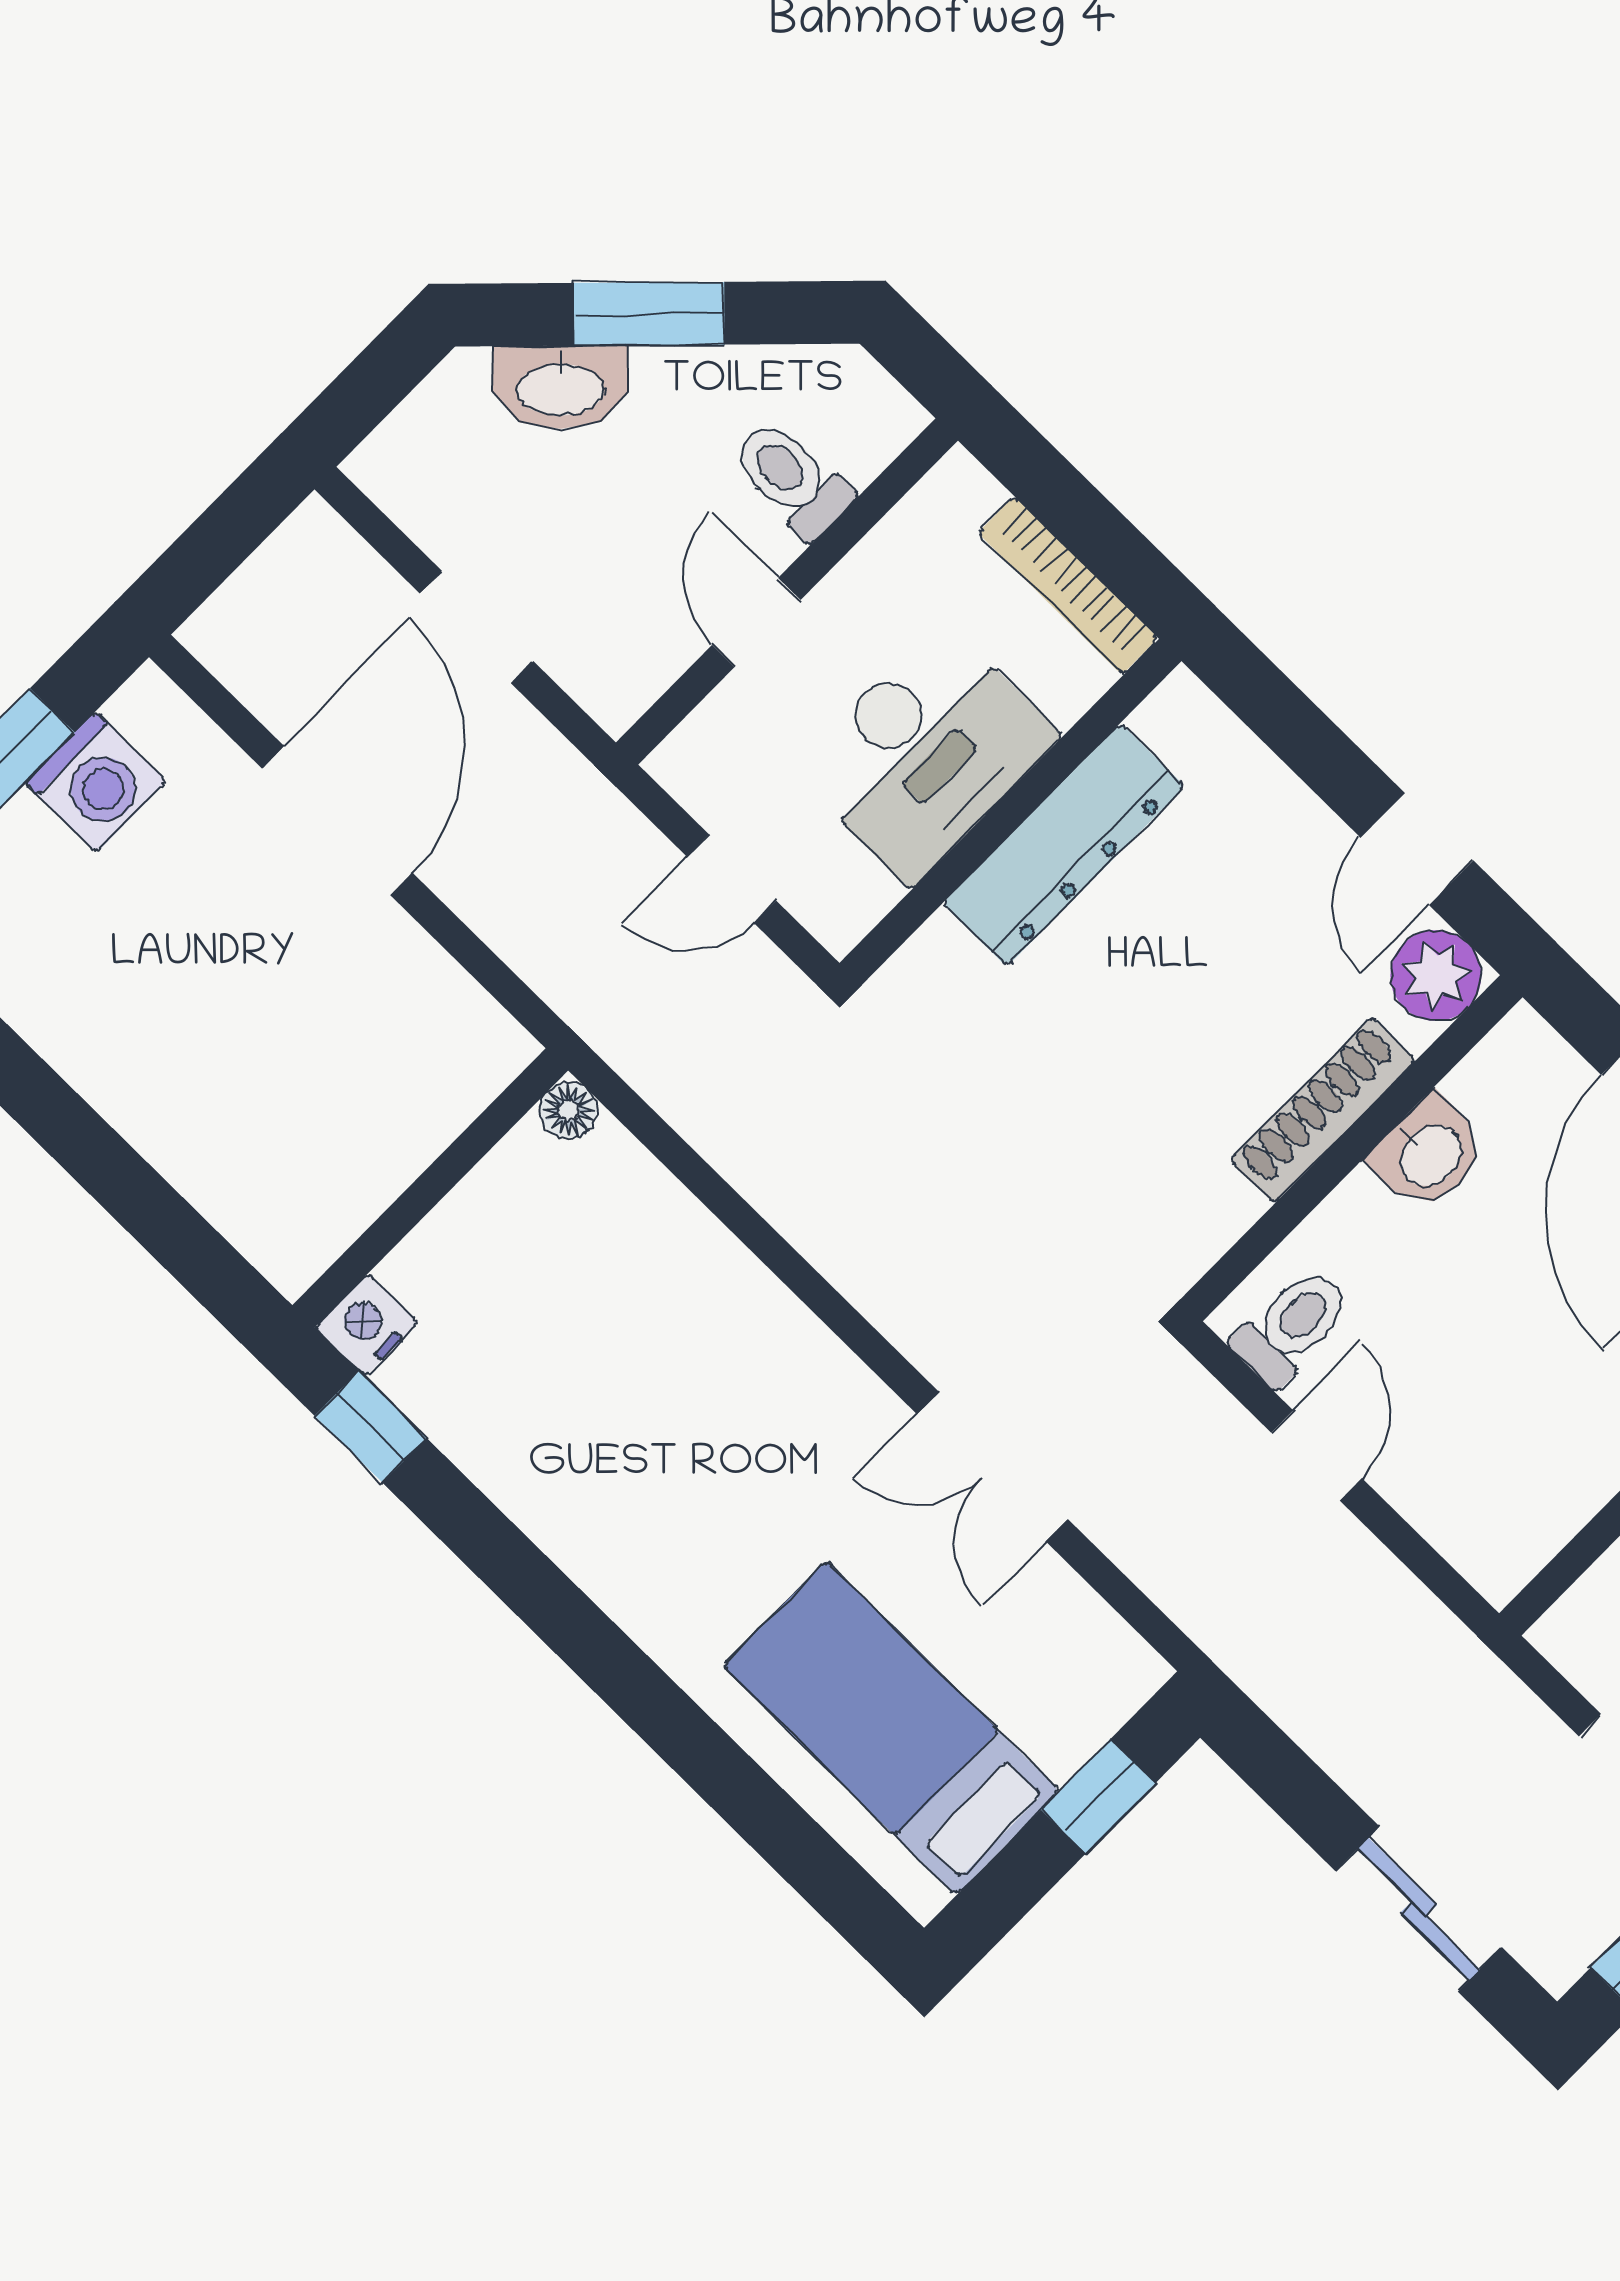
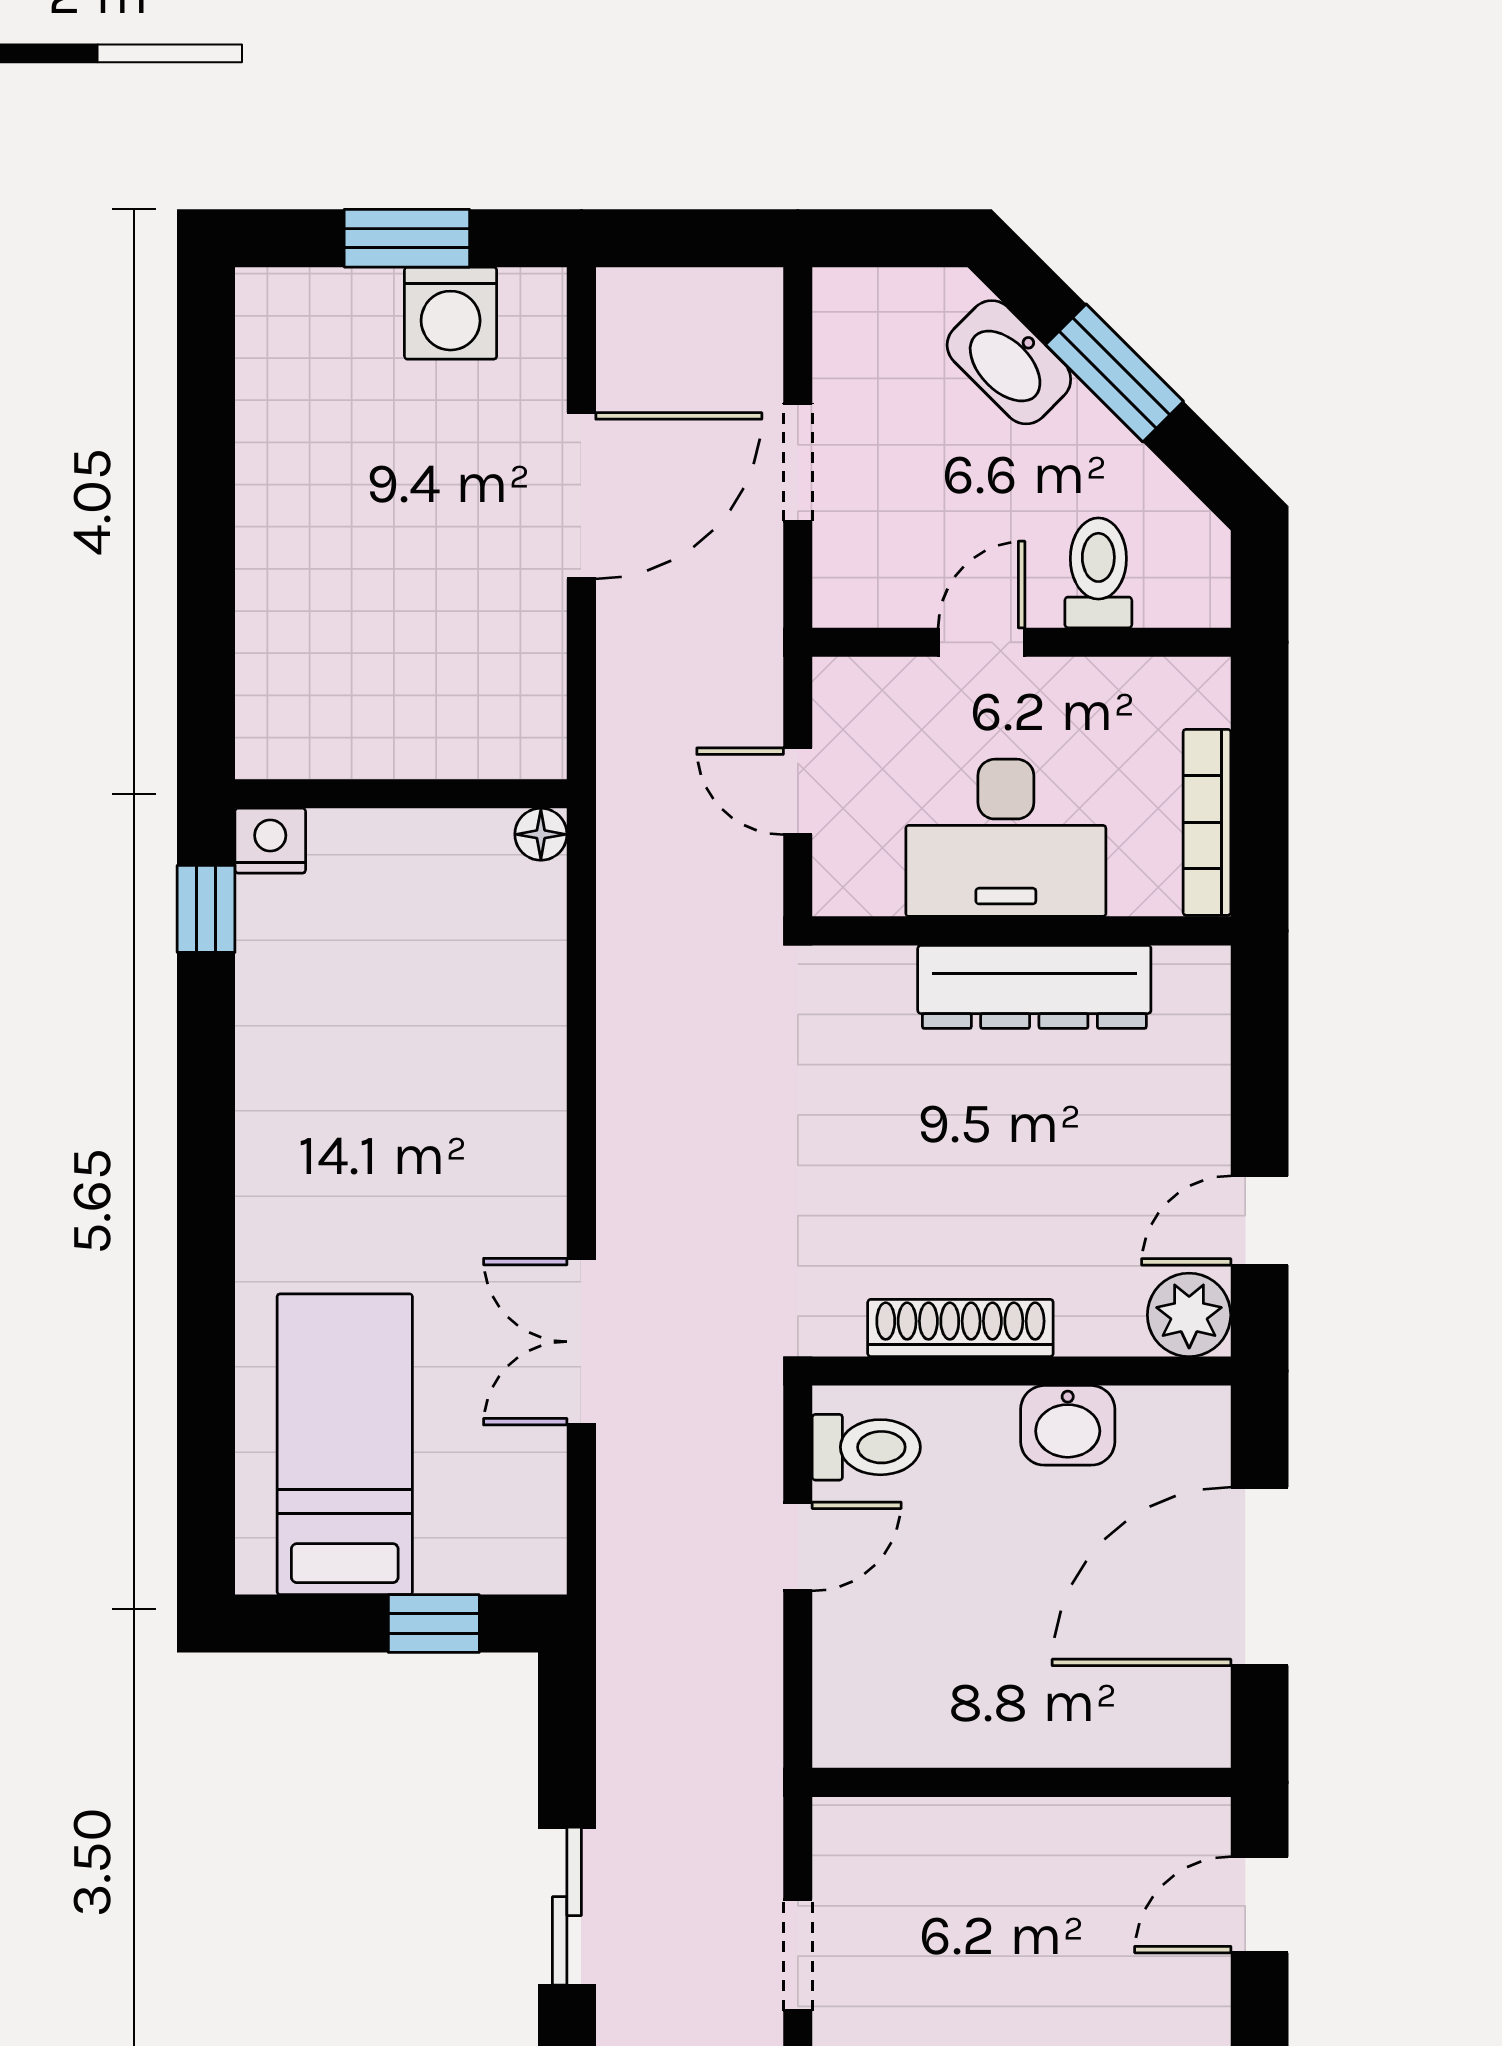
shoe rack: (1323, 1110) -> (960, 1328), moved

